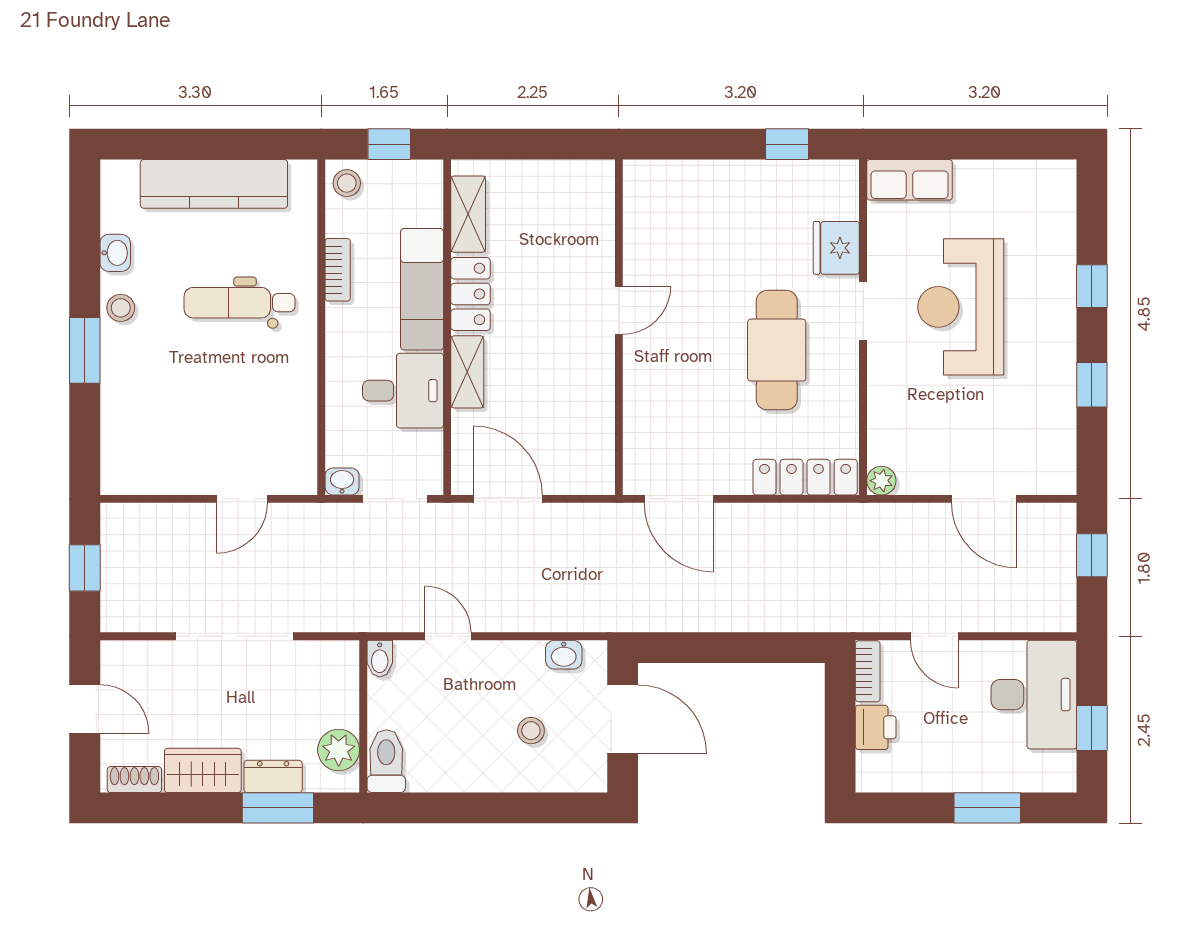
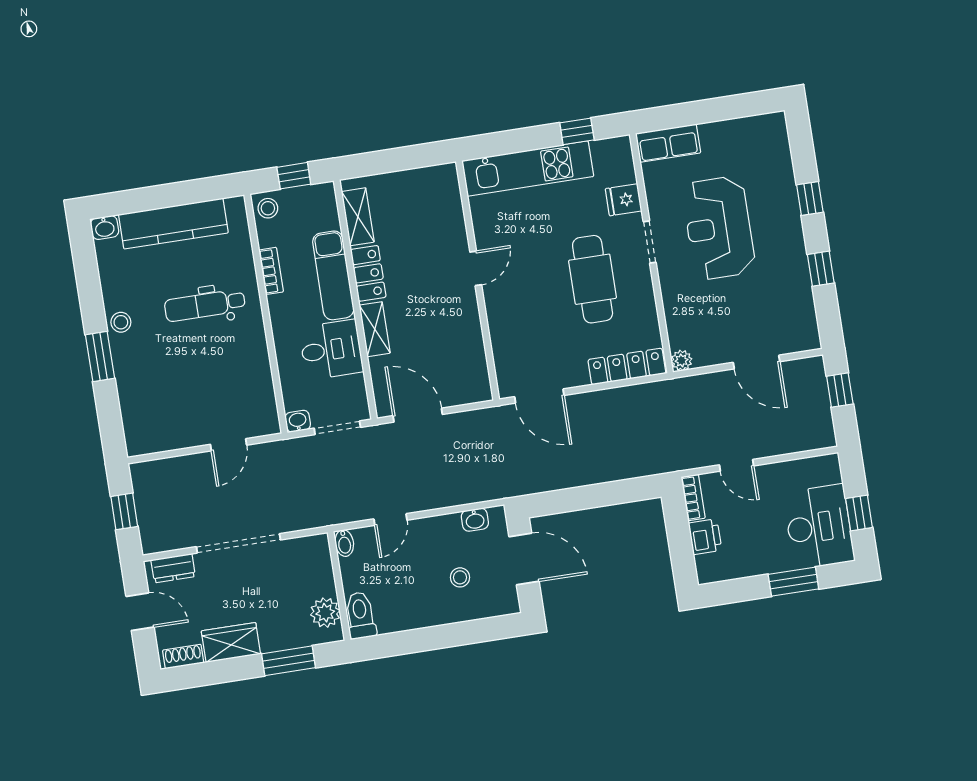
kitchen unit: (712, 184) -> (528, 169), added
fridge: (836, 248) -> (624, 200), width x0.72
washbasin: (115, 253) -> (105, 228), moved, turned 90
door: (448, 636) -> (390, 520), swing flipped
desk: (1034, 695) -> (819, 527), moved
dresser: (273, 776) -> (173, 568), moved, turned 180

